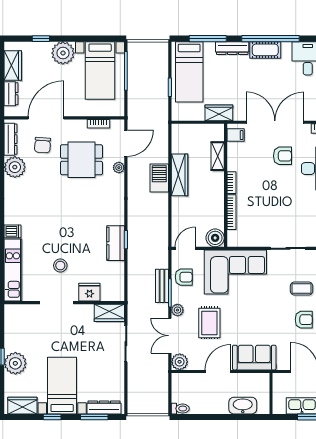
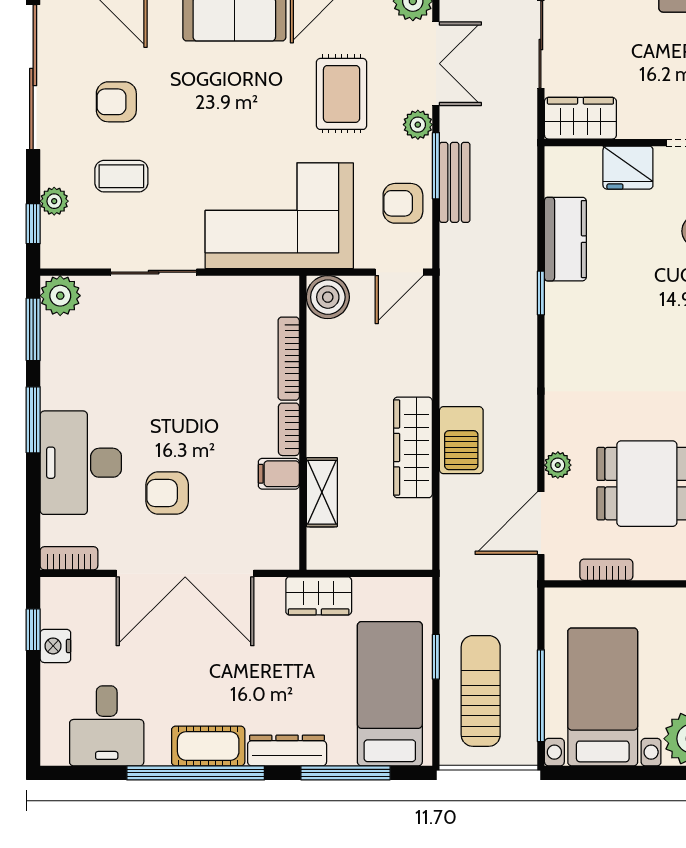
sun lounger: (151, 73) -> (481, 691), added
filing cabinet: (236, 135) -> (279, 474), moved
kitchen counter: (116, 243) -> (565, 239), moved

